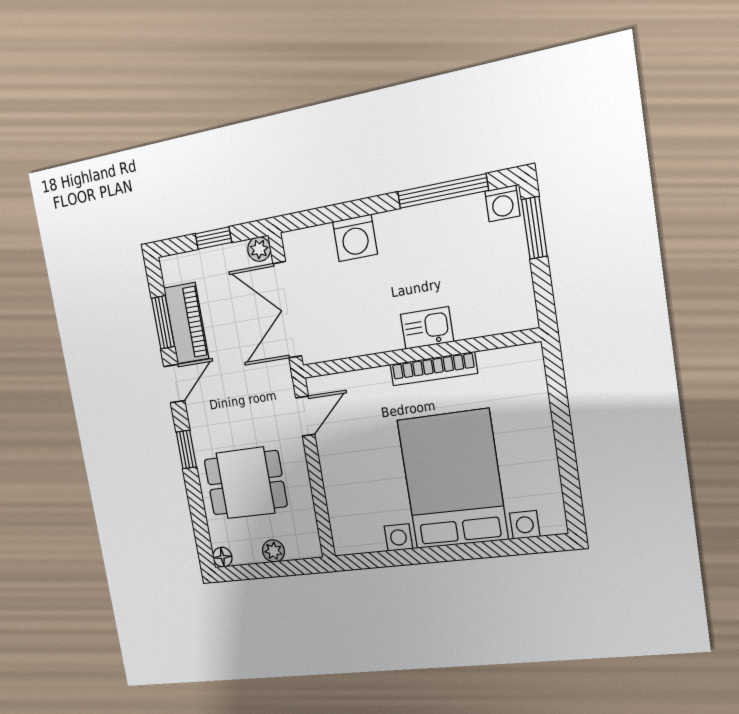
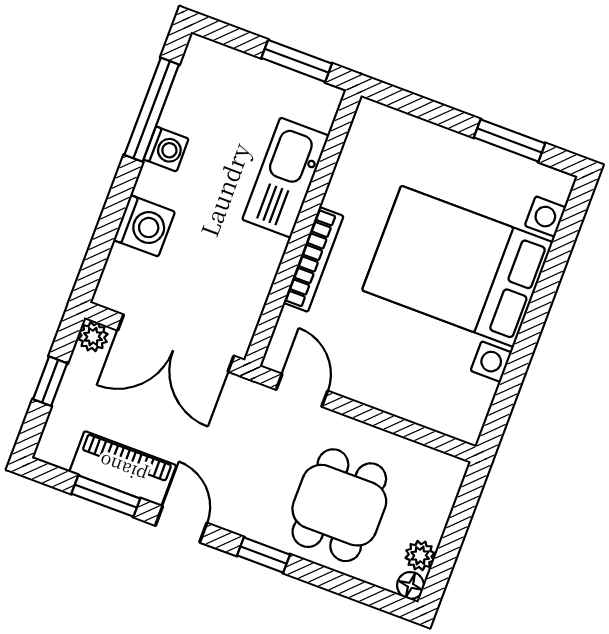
washing machine: (502, 203) -> (166, 149), moved
window: (534, 228) -> (297, 61), moved
kitchen sink: (427, 328) -> (286, 178), width x1.87, depth x1.24
bookcase: (433, 369) -> (314, 259), moved
window: (568, 470) -> (510, 140), added
plant: (273, 551) -> (420, 556), moved

